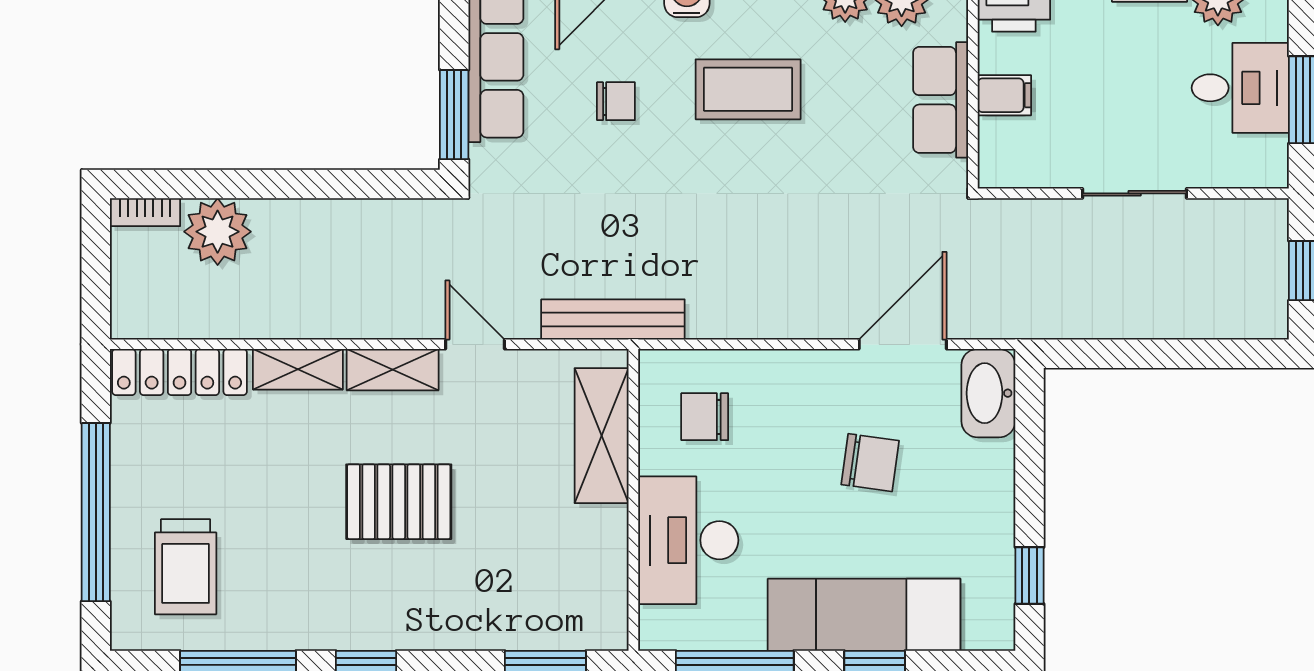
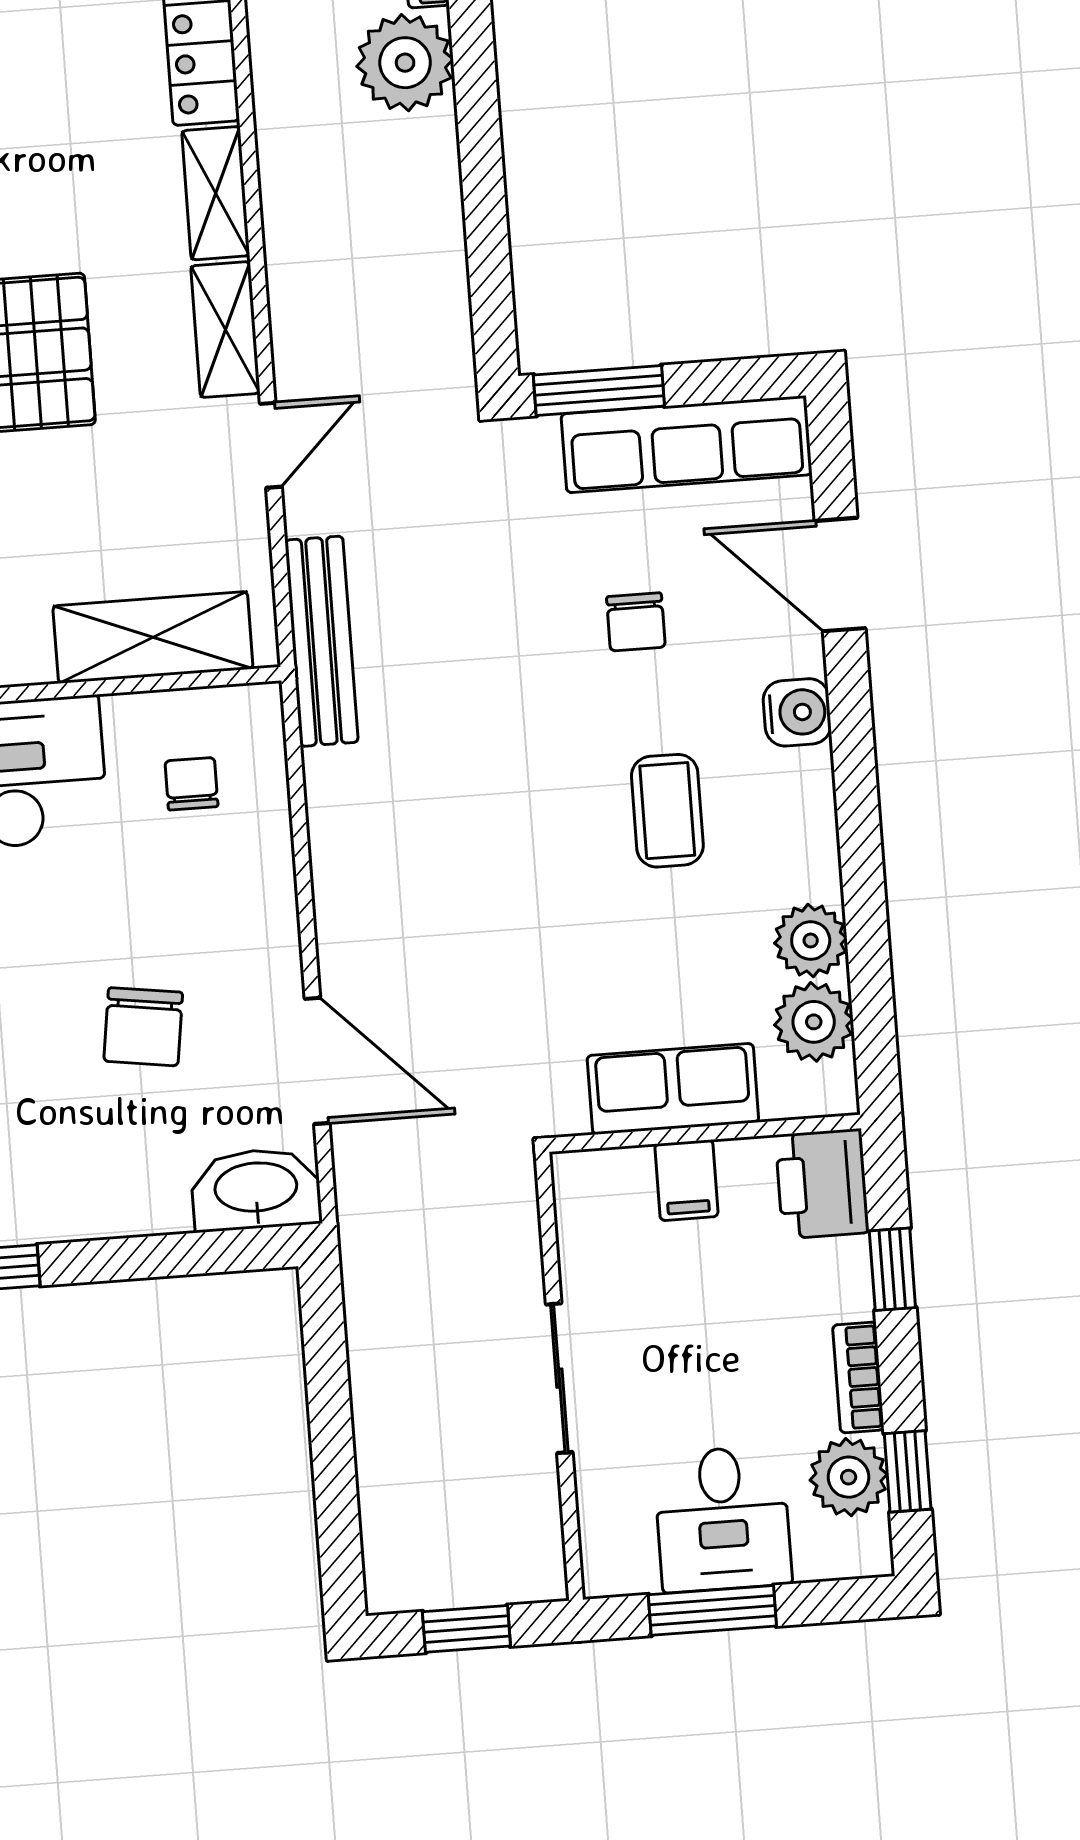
coffee table: (748, 89) -> (667, 811), width x0.73, depth x0.77
chair: (705, 417) -> (191, 784), width x0.73, depth x0.73

